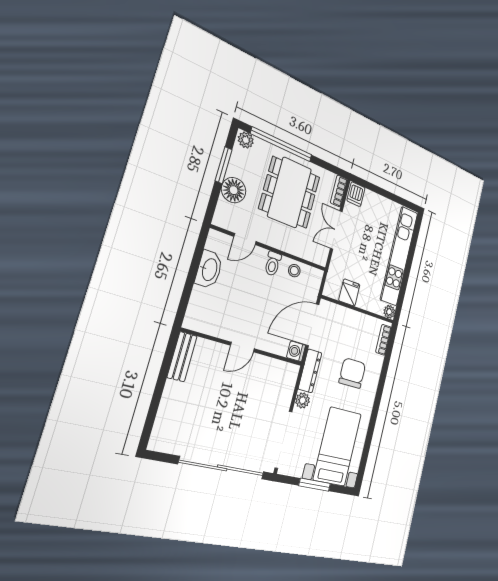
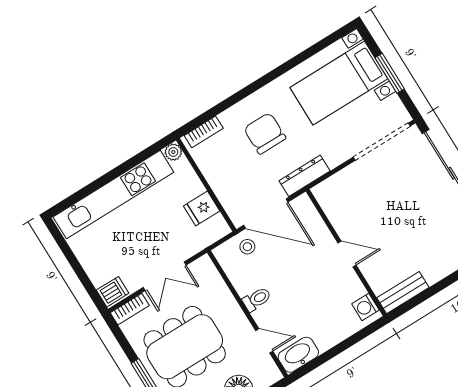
washbasin: (209, 269) -> (298, 355), moved
stool: (294, 271) -> (247, 247), moved
washing machine: (296, 351) -> (365, 307), moved, turned 90
chair: (352, 373) -> (265, 133), turned 90
plant: (303, 400) -> (335, 157), removed

